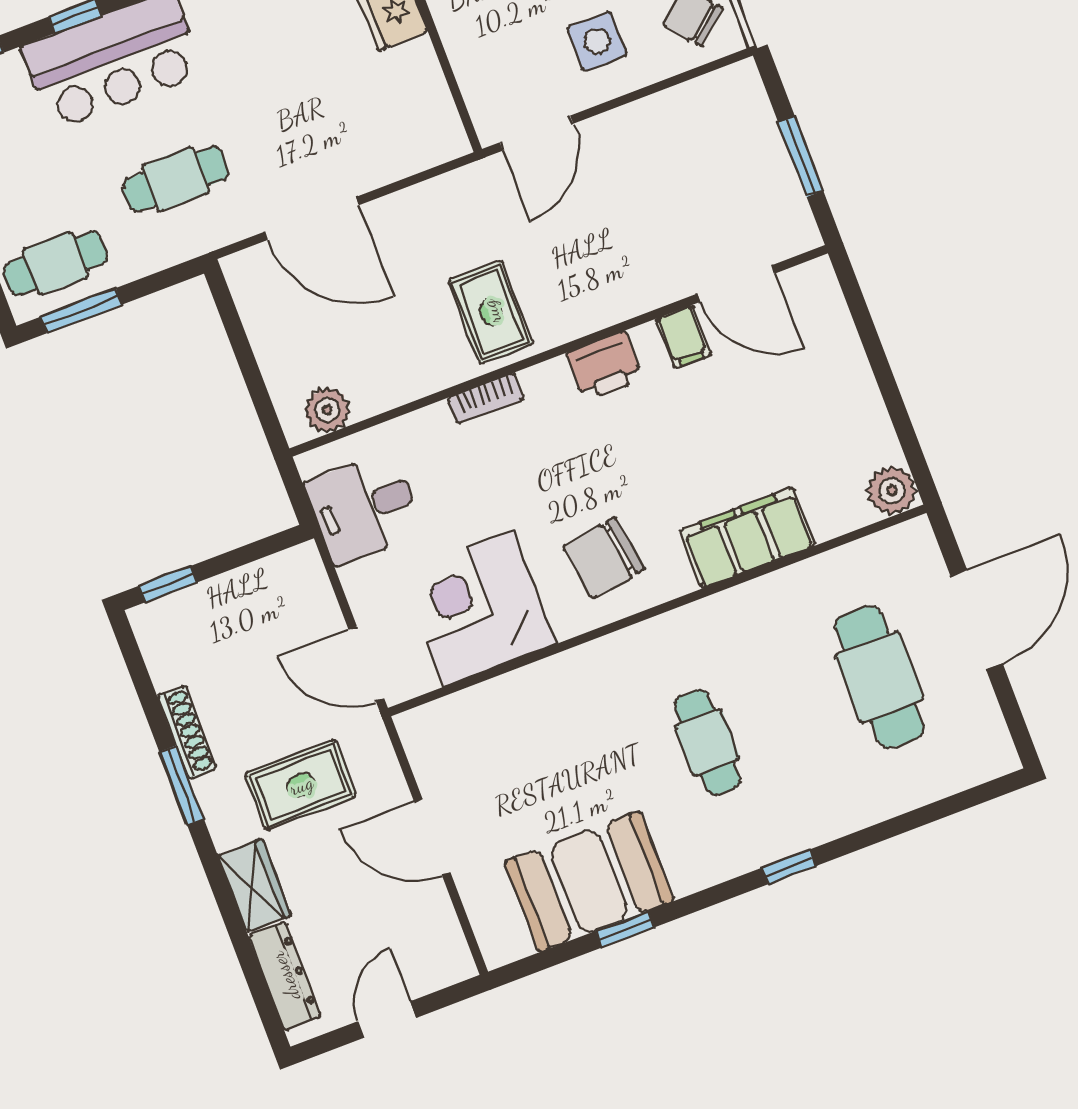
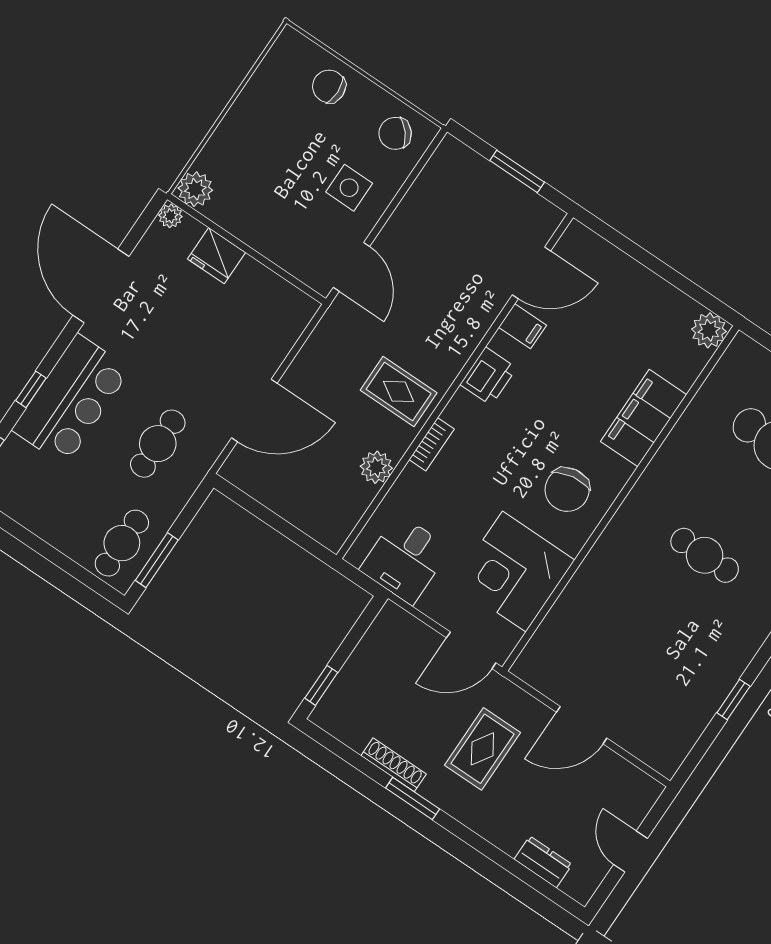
plant: (327, 410) -> (376, 467), moved
booth: (589, 881) -> (693, 686), removed
wardrobe: (254, 885) -> (497, 827), removed
dresser: (285, 976) -> (543, 862), width x0.70

